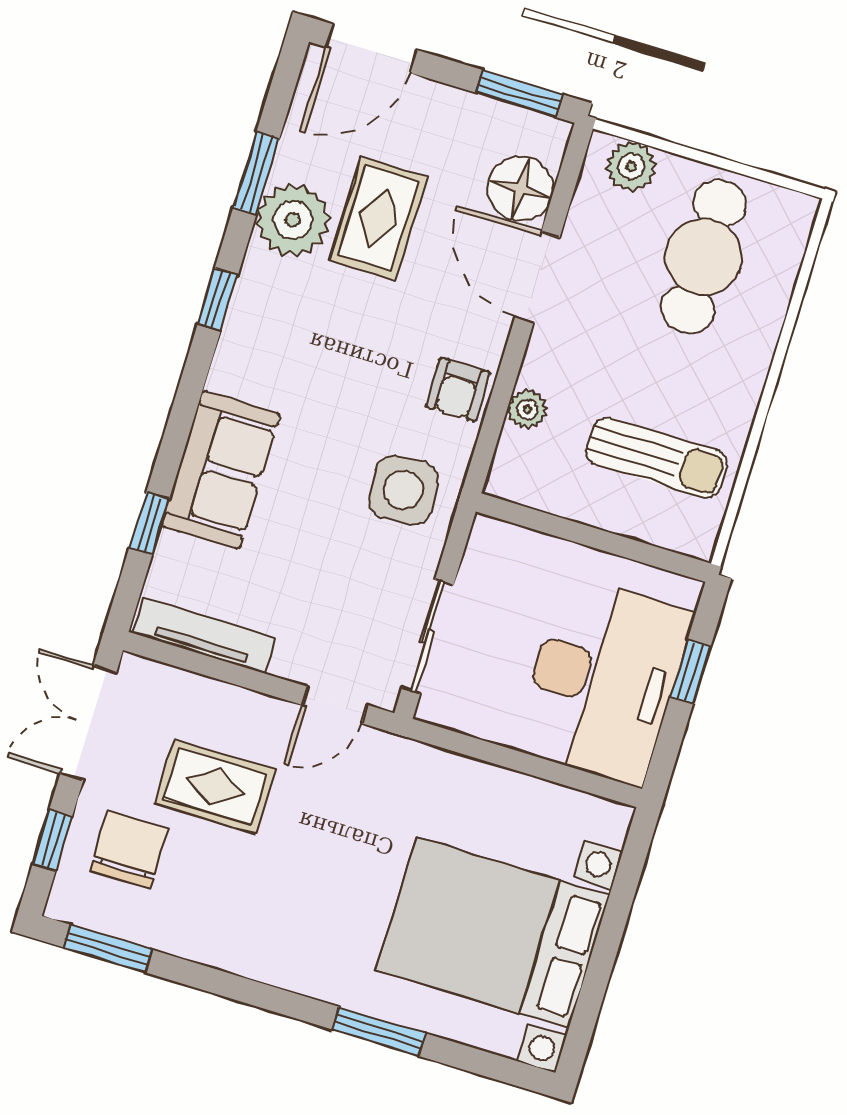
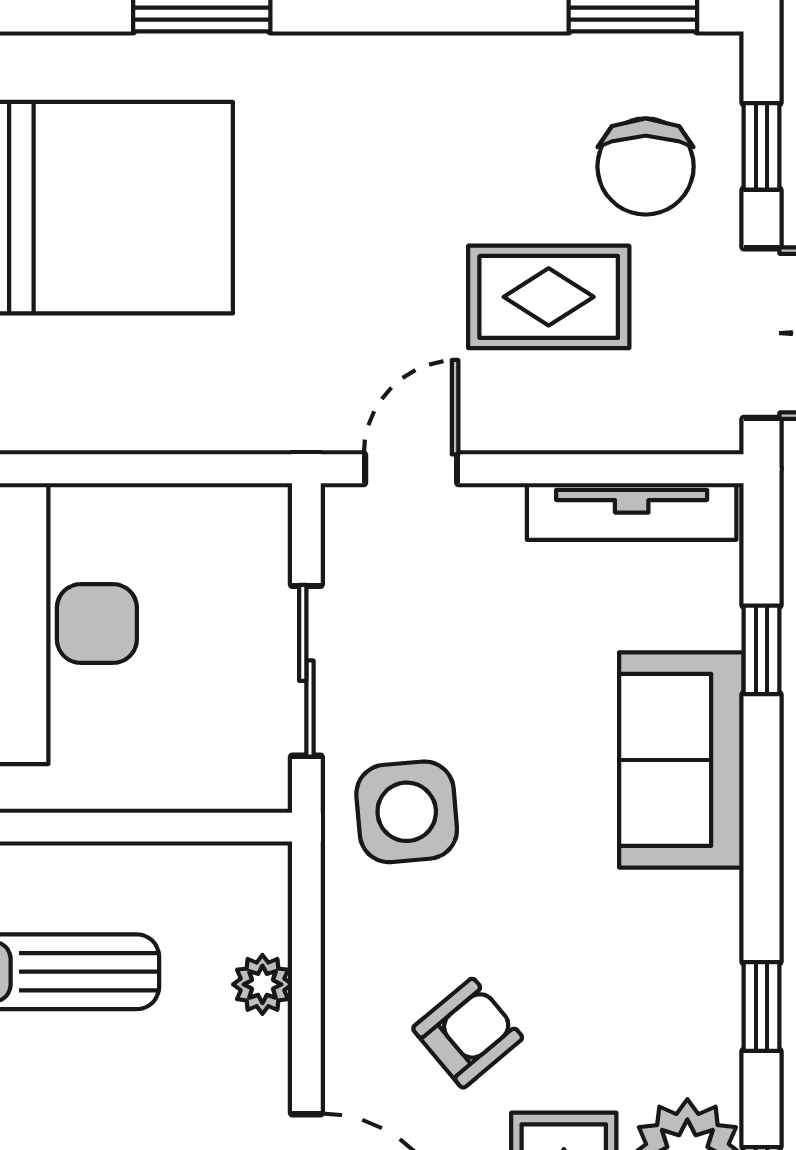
armchair: (458, 390) -> (468, 1033), moved, turned 50
sliding door: (428, 637) -> (306, 671), moved

